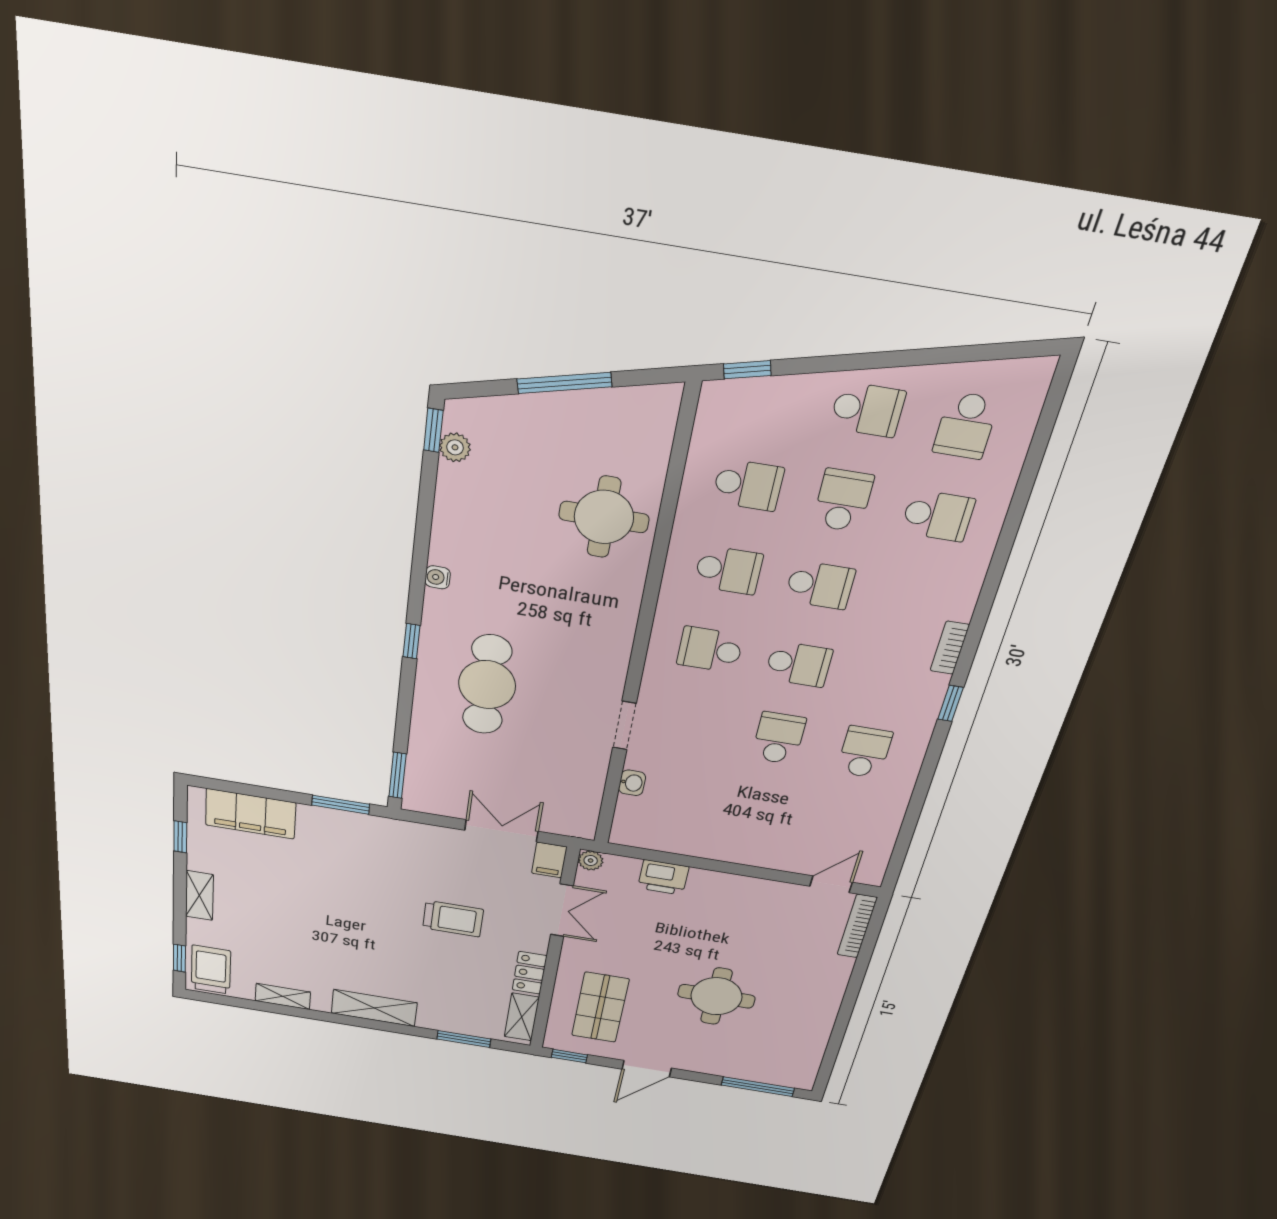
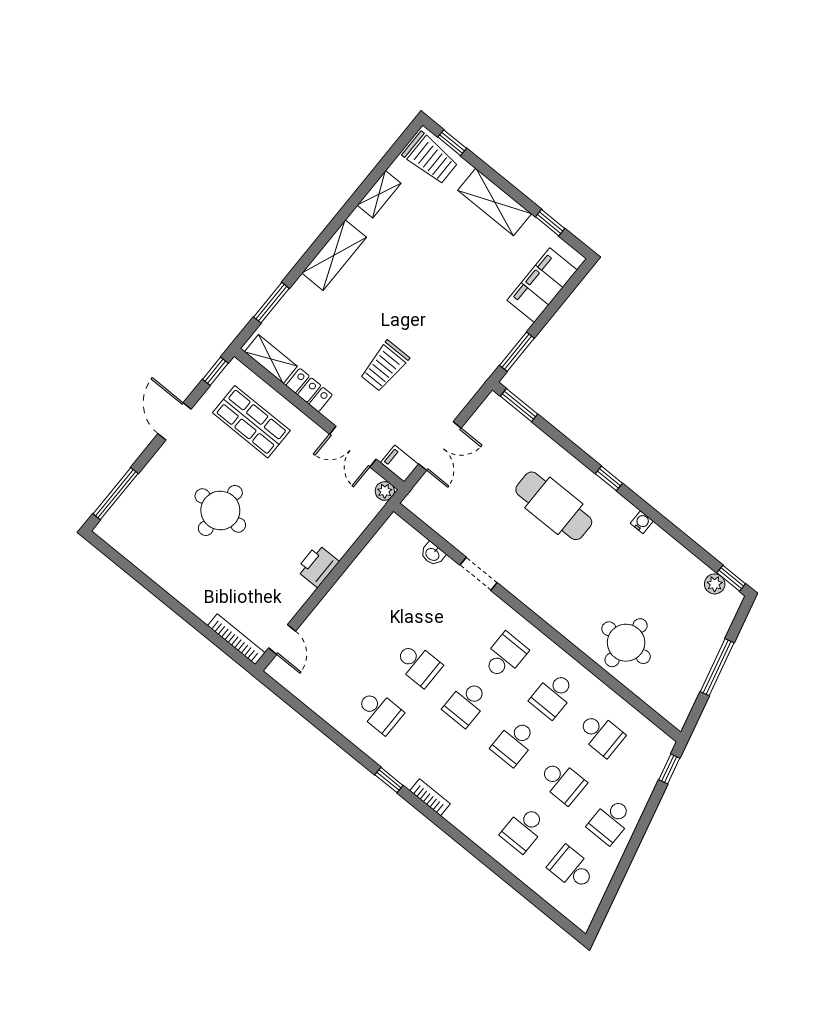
school desk: (748, 485) -> (601, 734), turned -90
printer: (663, 877) -> (318, 566), moved
shelving: (199, 896) -> (495, 202), width x1.50, depth x1.33

